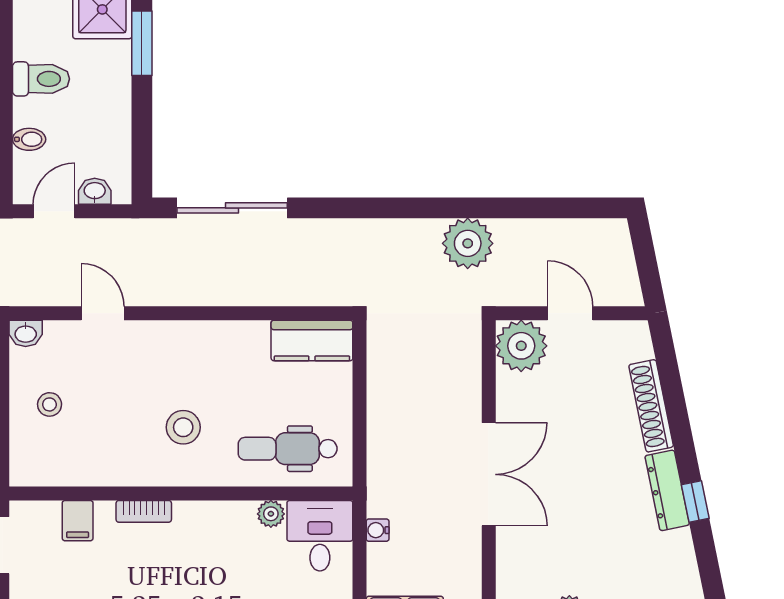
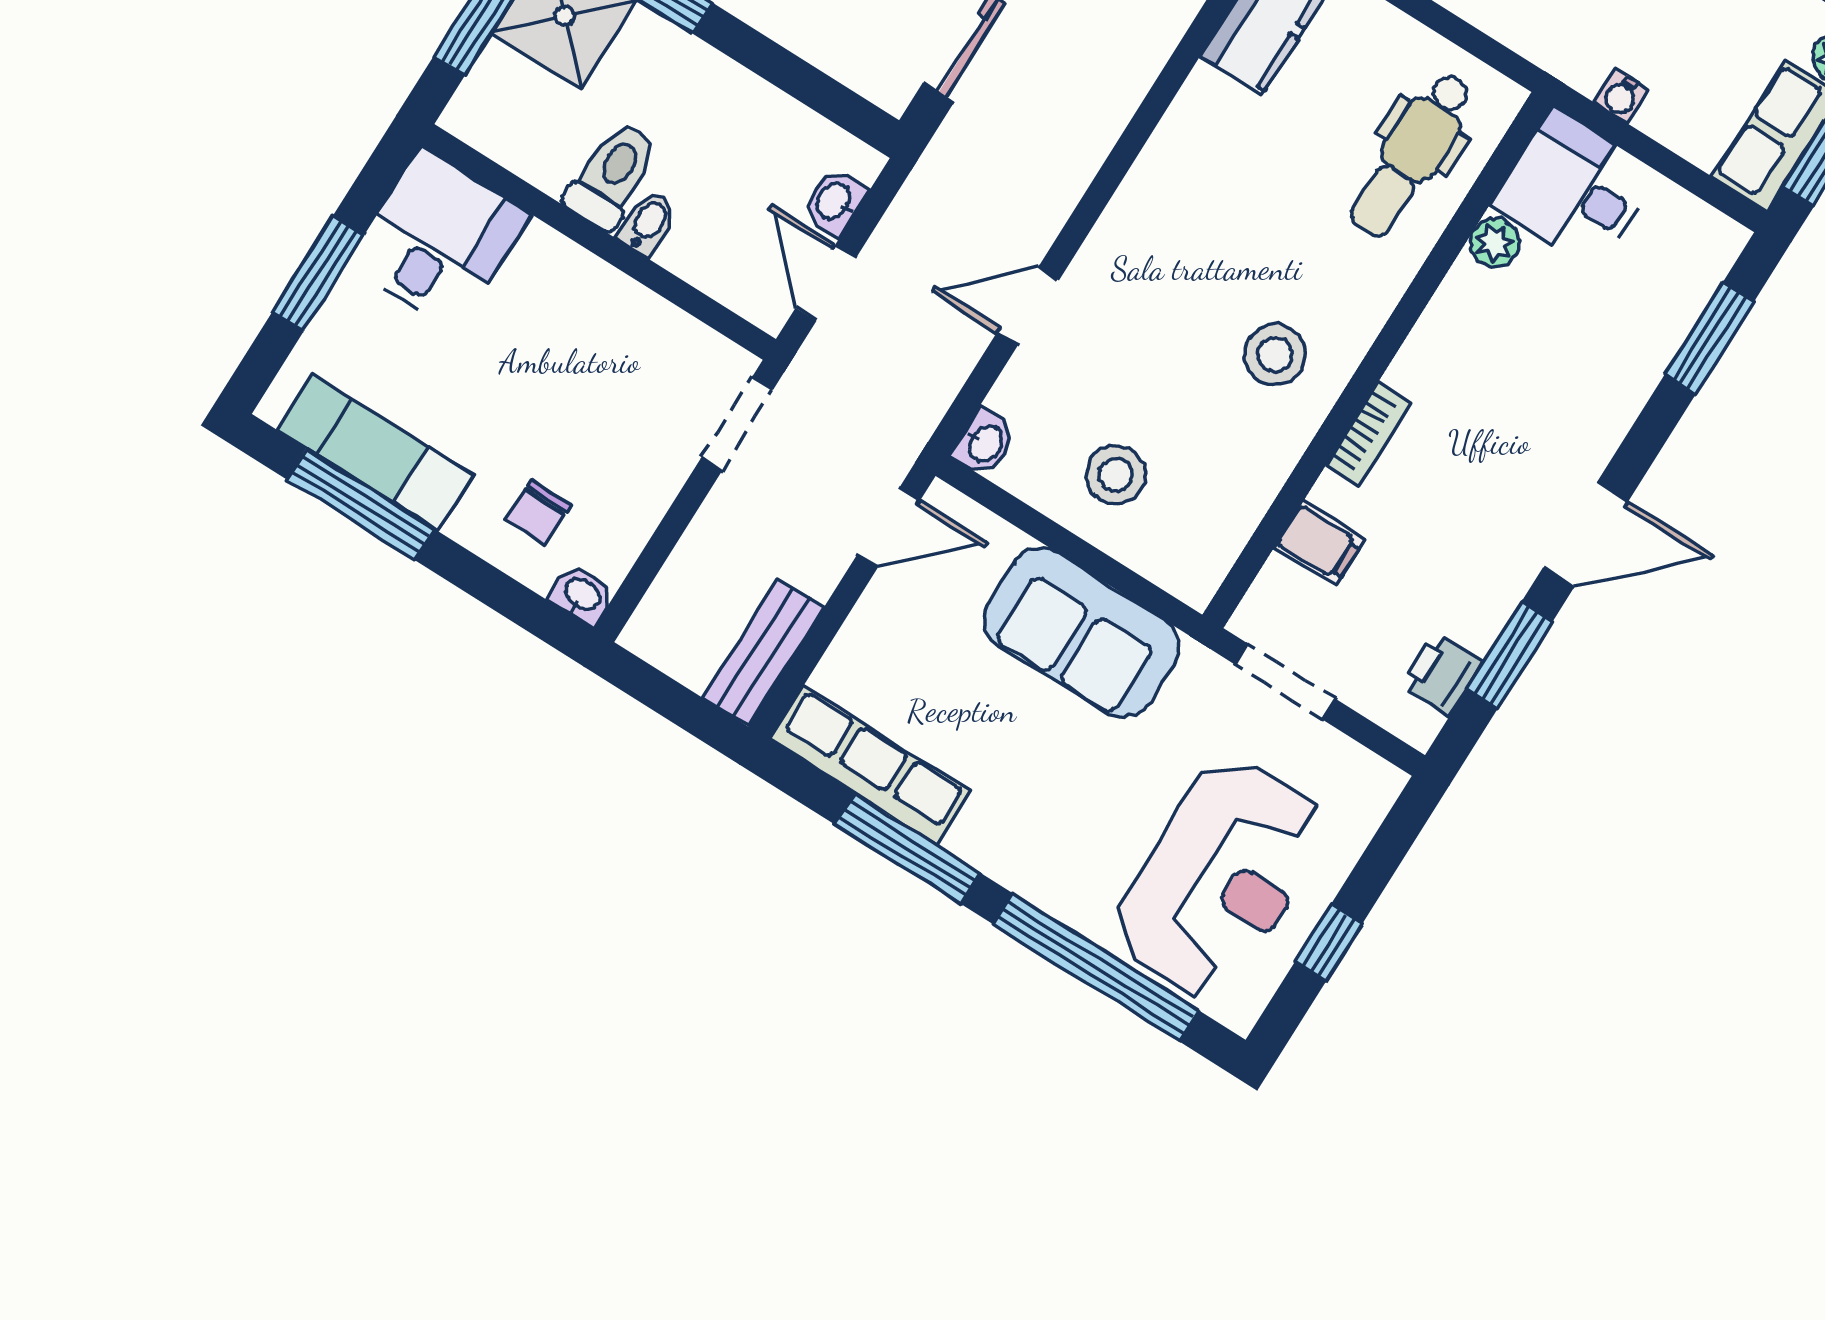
bidet: (29, 139) -> (648, 224), moved
stool: (50, 404) -> (1116, 475), width x1.37, depth x1.37
stool: (183, 427) -> (1275, 355), moved

